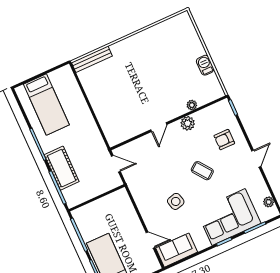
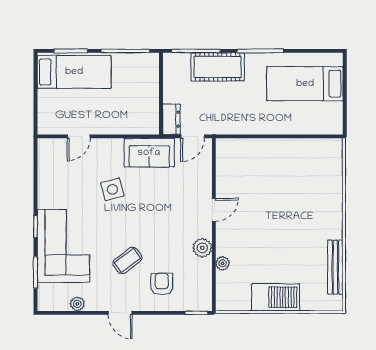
bench: (92, 59) -> (335, 267), moved
barbecue: (205, 65) -> (276, 297), width x1.88, depth x1.53
door: (159, 127) -> (214, 210), swing flipped
coffee table: (202, 171) -> (127, 260), moved
dresser: (111, 183) -> (171, 119), added
plant: (269, 202) -> (77, 304), moved
sofa: (177, 250) -> (149, 153), moved, turned 90

